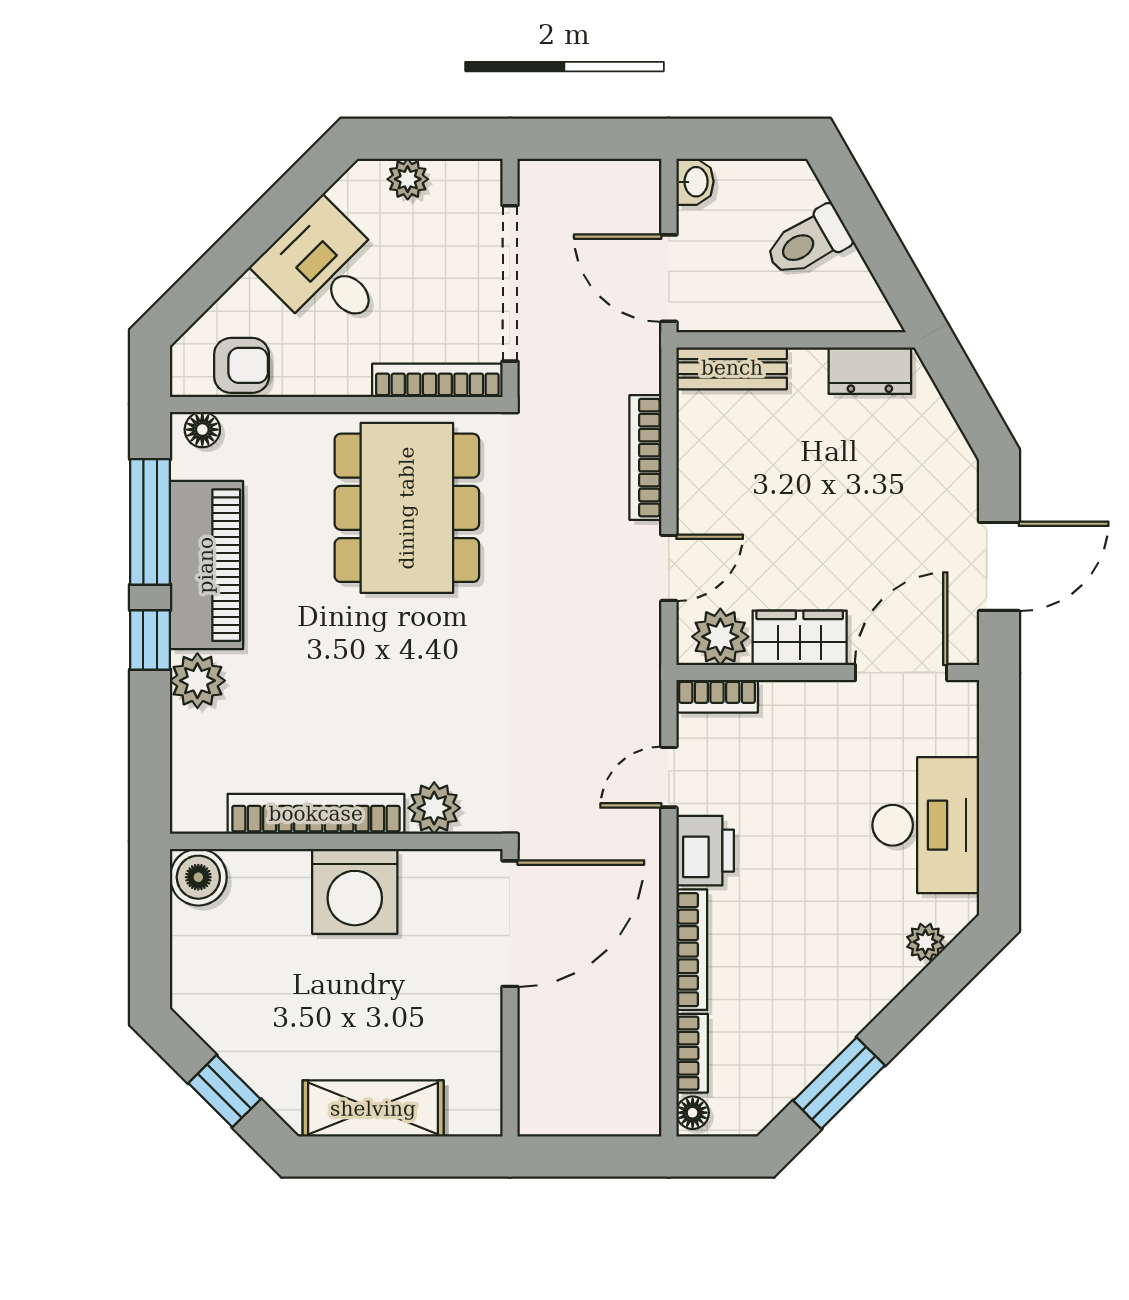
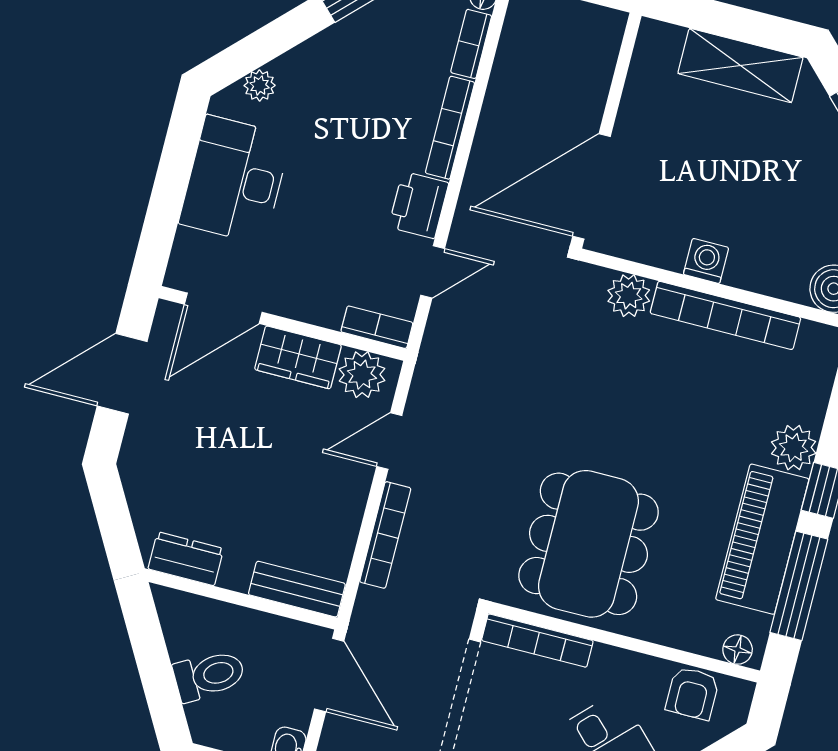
armchair: (242, 365) -> (693, 693), turned -90
washing machine: (355, 891) -> (706, 261), width x0.53, depth x0.53

